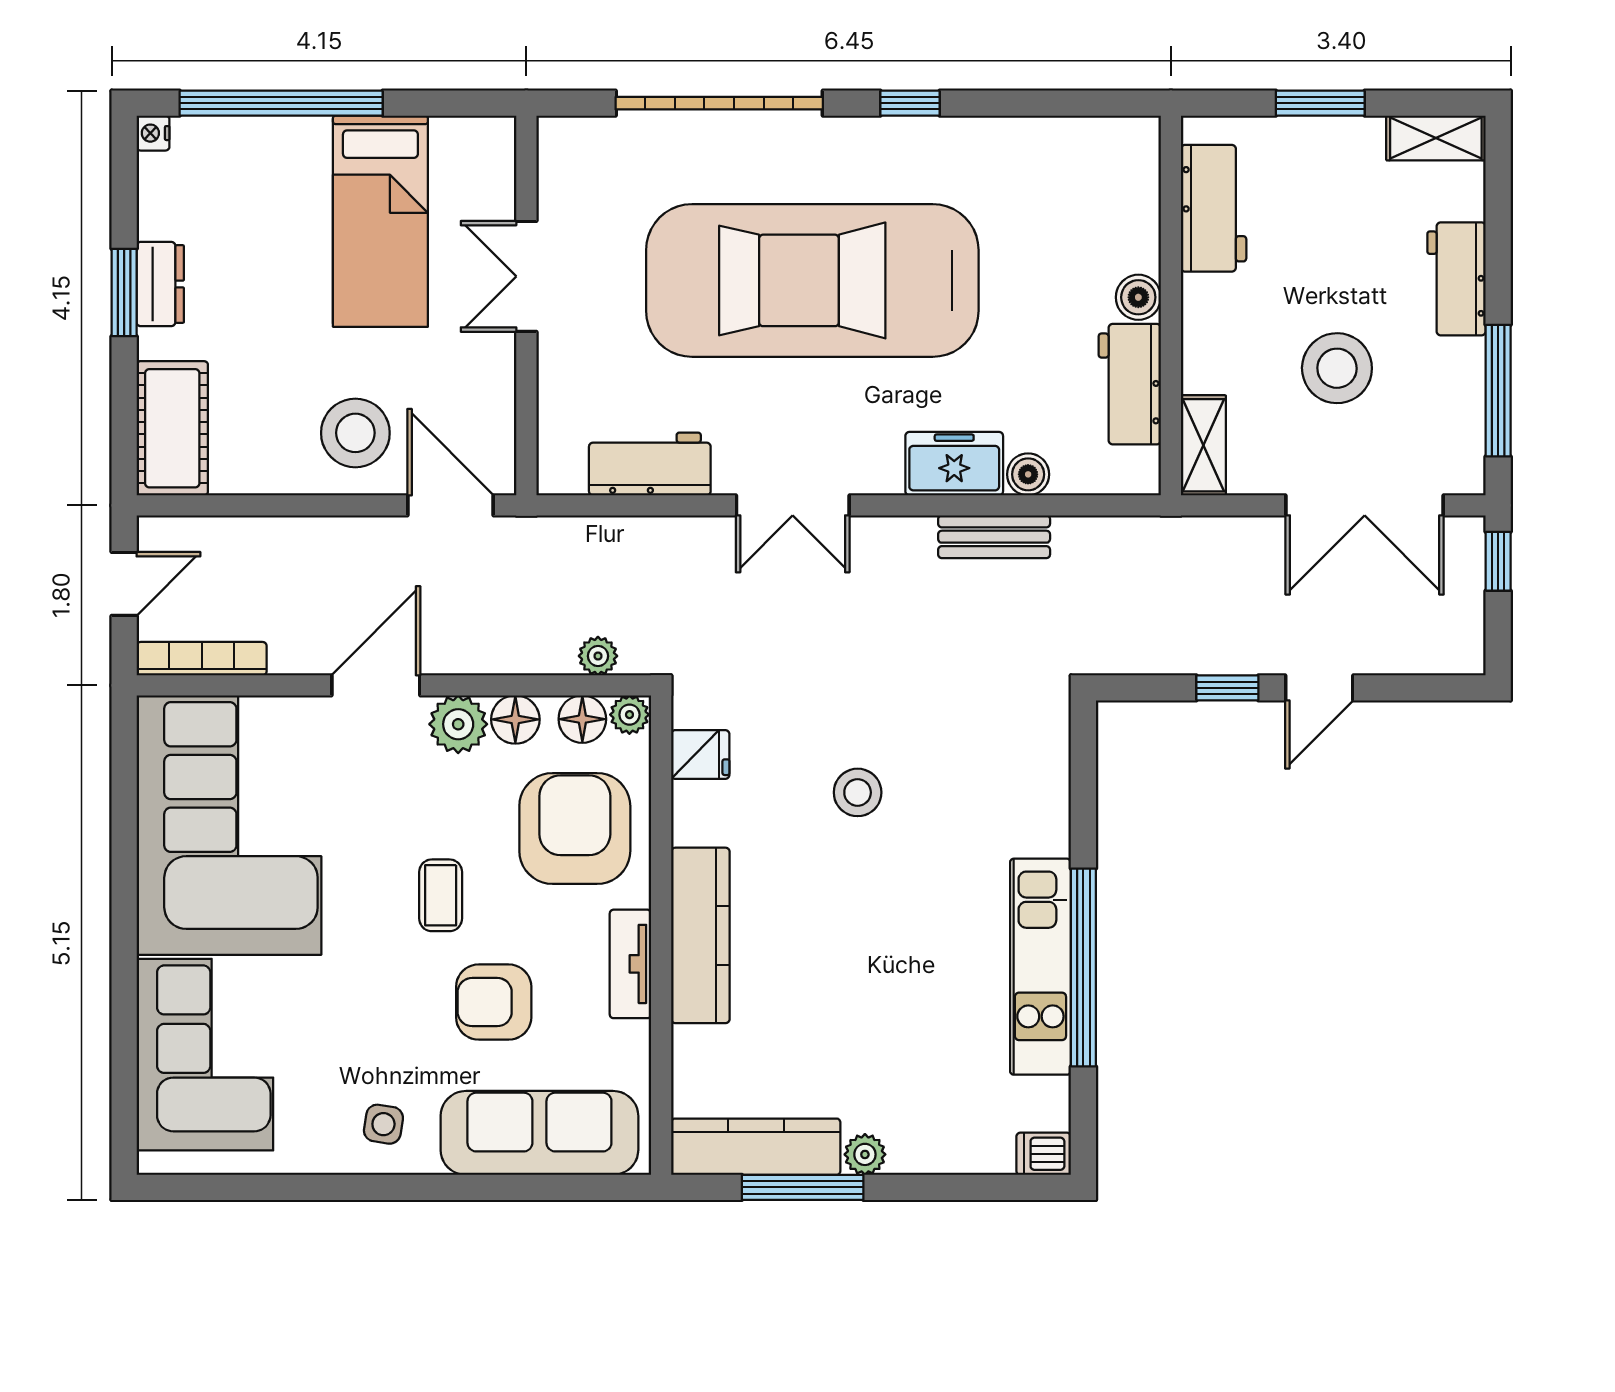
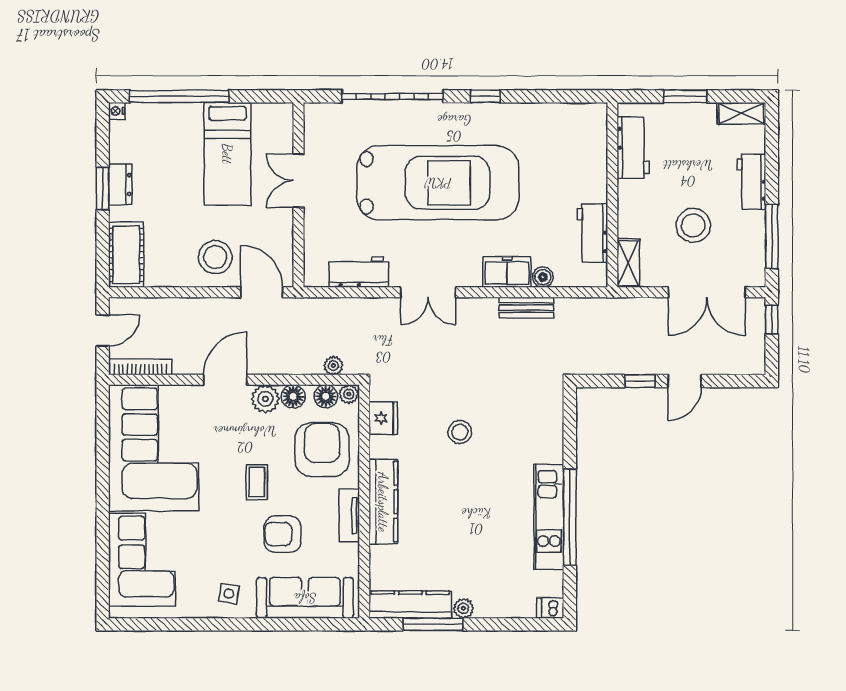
car: (812, 280) -> (438, 183), turned 180
boiler: (1138, 297) -> (597, 191), removed
fridge: (700, 754) -> (383, 418), width x1.38

